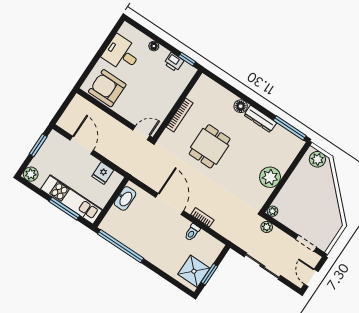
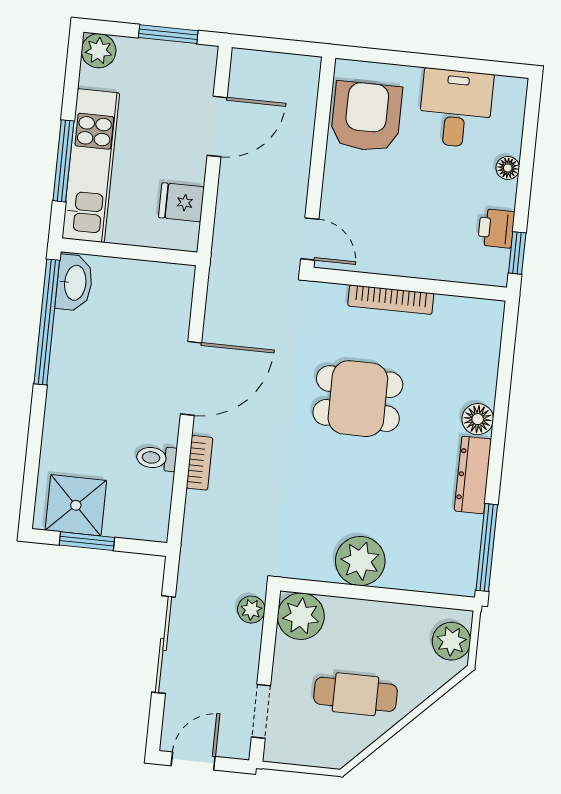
washbasin: (125, 198) -> (74, 283), moved, turned -90
cafe table: (318, 205) -> (356, 694), added
plant: (272, 211) -> (301, 616), width x1.88, depth x1.88

